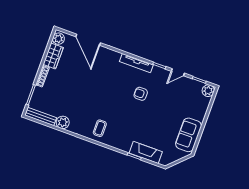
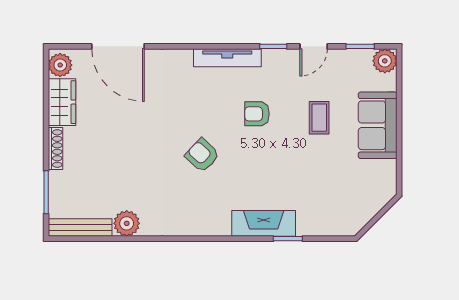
armchair: (109, 104) -> (202, 155), added
coffee table: (100, 128) -> (319, 118), moved
sofa: (188, 135) -> (378, 125), moved
fireplace: (146, 152) -> (264, 223), moved

